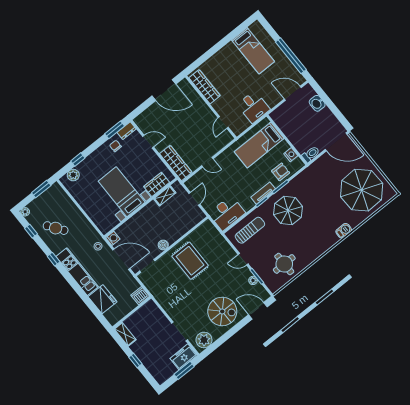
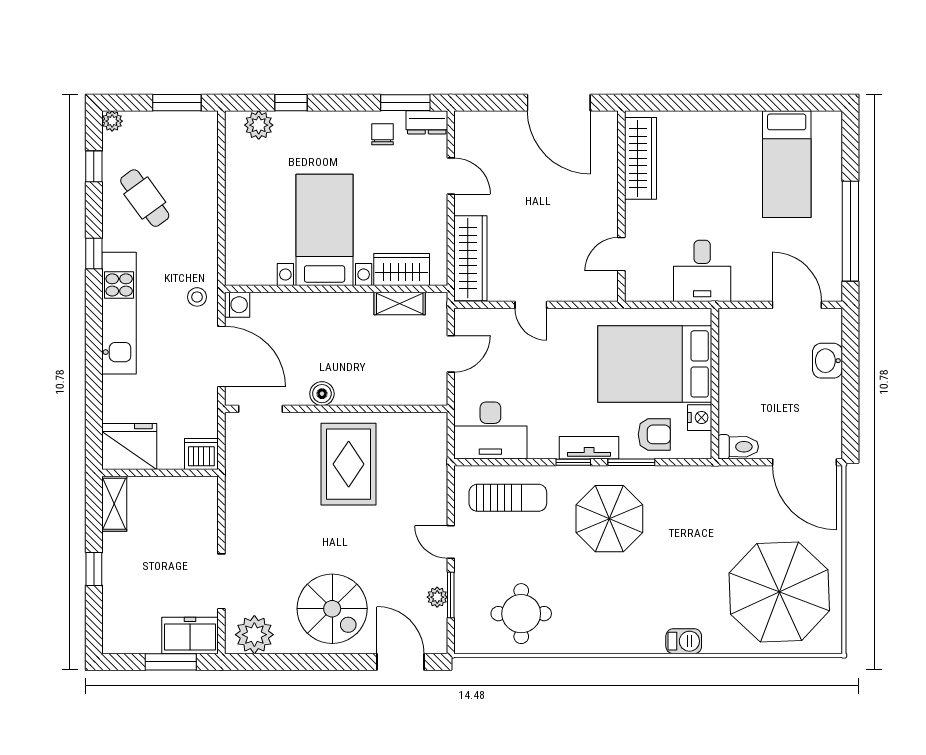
bed: (259, 145) -> (655, 364), width x1.50
fridge: (103, 299) -> (129, 447), moved, turned -90

